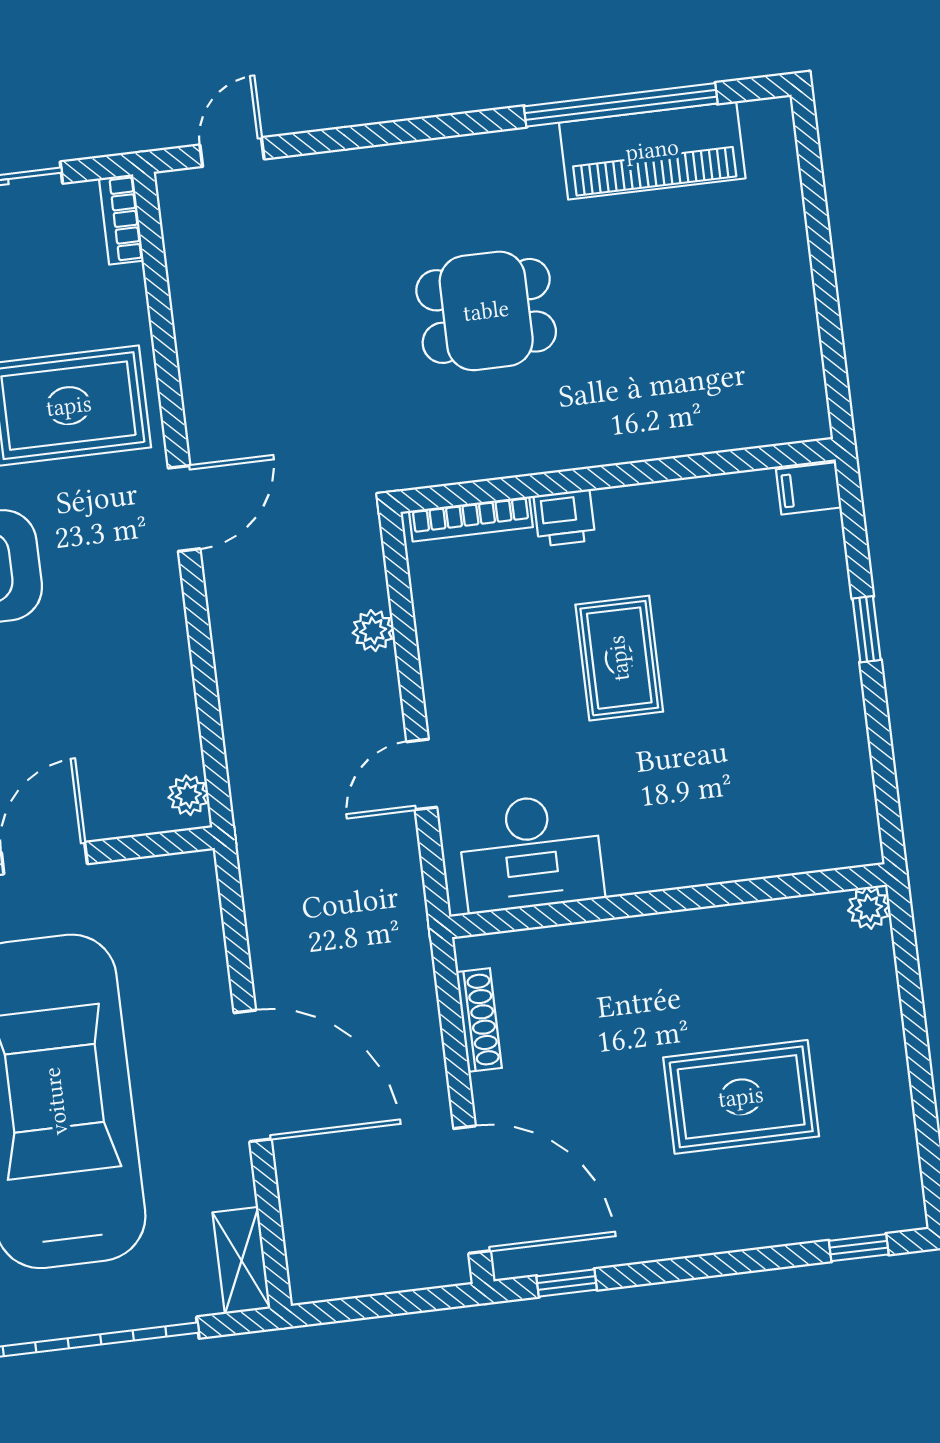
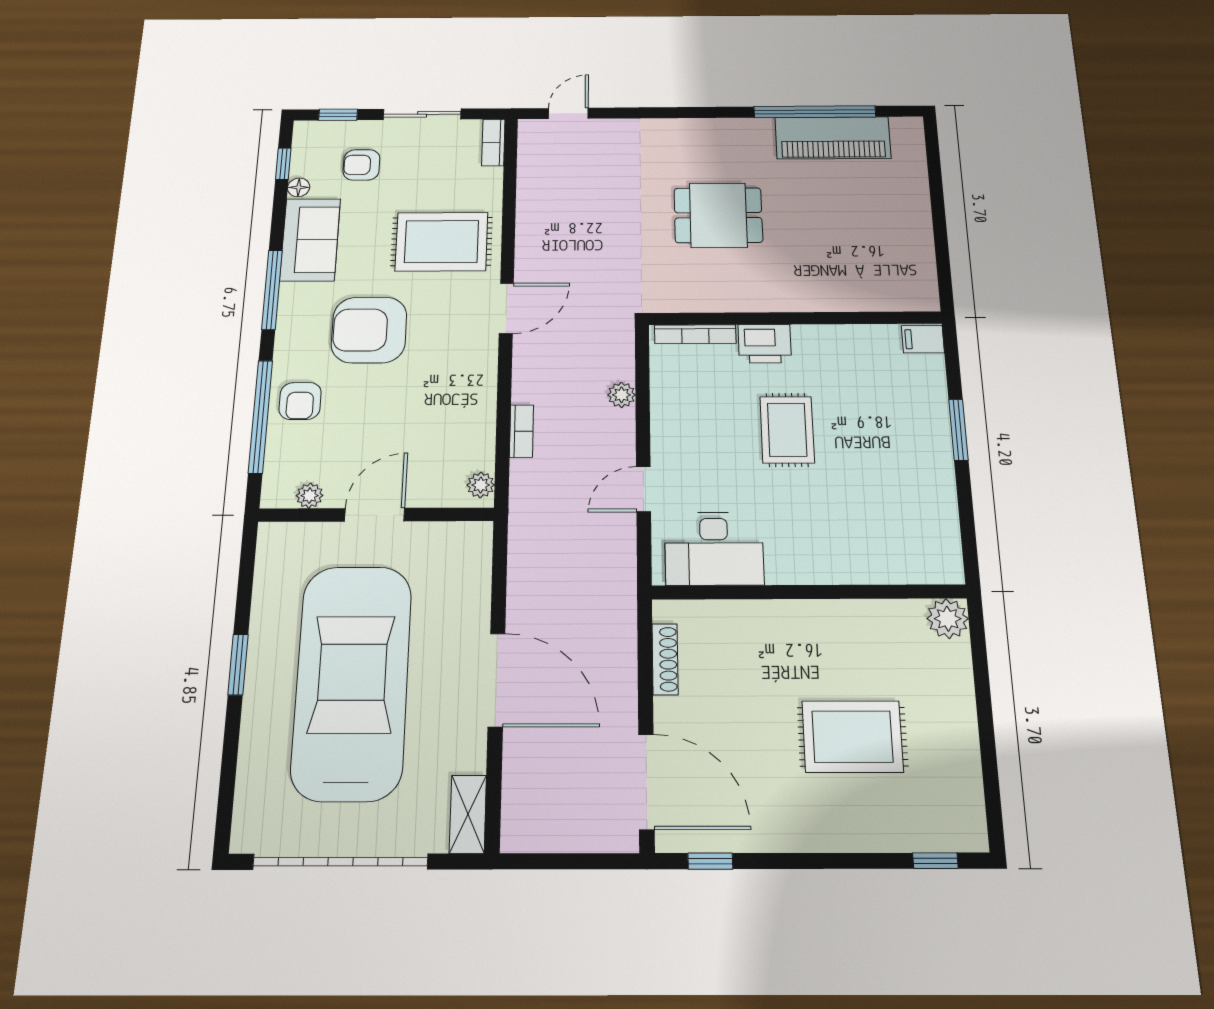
printer: (564, 518) -> (765, 344), width x1.36, depth x1.24
window: (867, 629) -> (958, 430), width x1.50
bookcase: (235, 705) -> (522, 431), added
plant: (869, 908) -> (948, 619), width x1.38, depth x1.38

